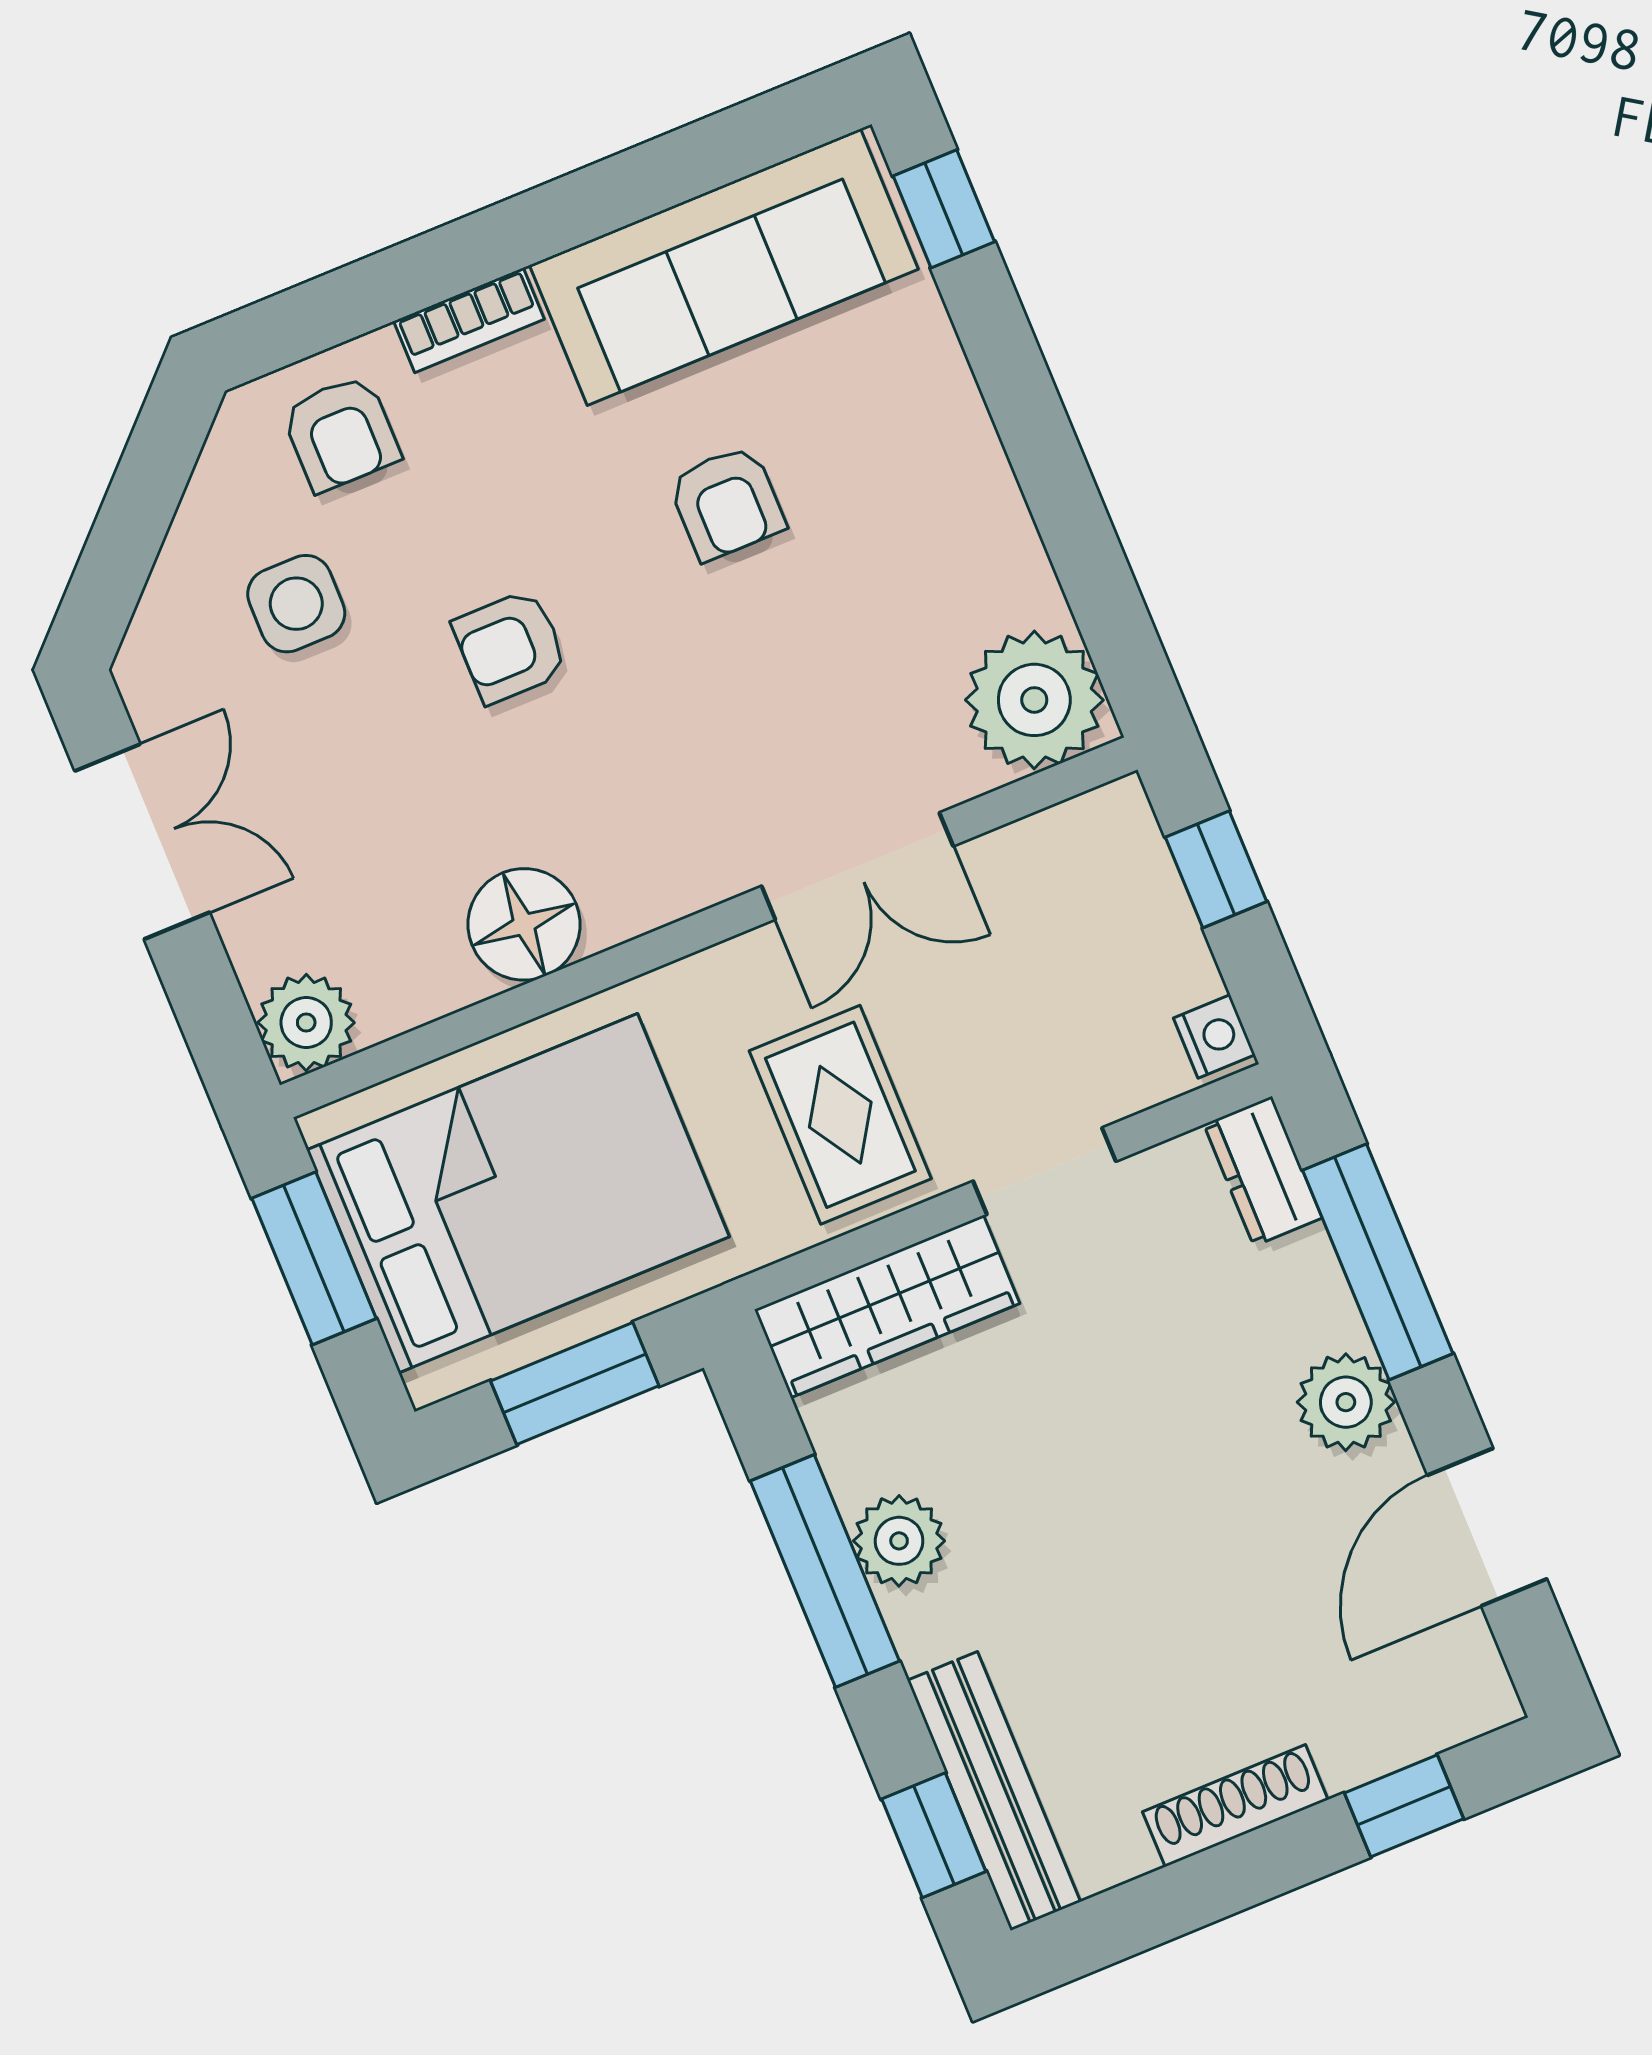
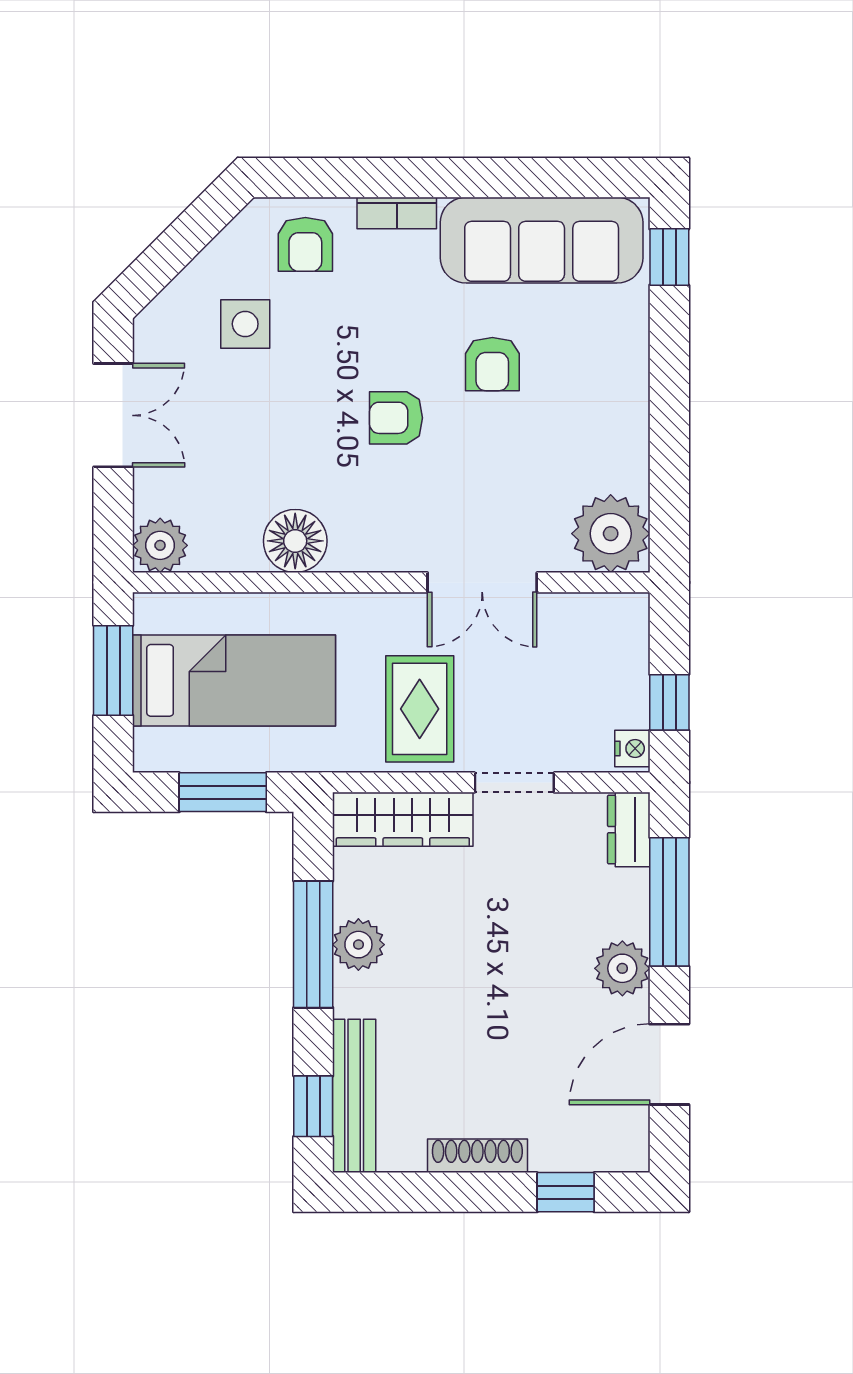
armchair: (510, 647) -> (396, 418), moved
window: (1216, 869) -> (669, 702), moved
bed: (518, 1193) -> (234, 680), width x0.67

